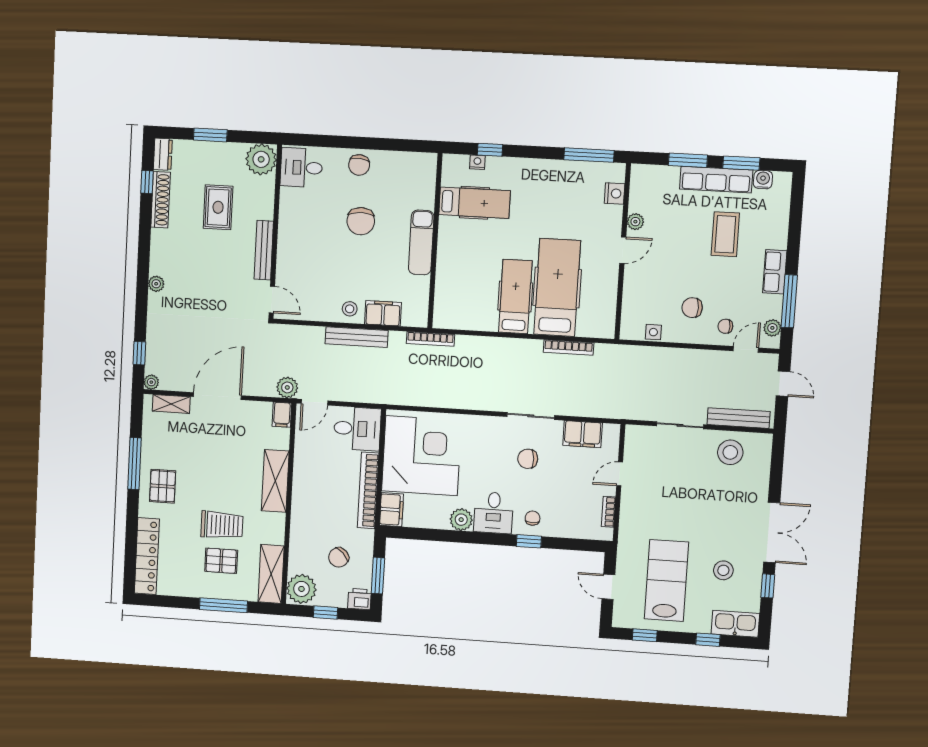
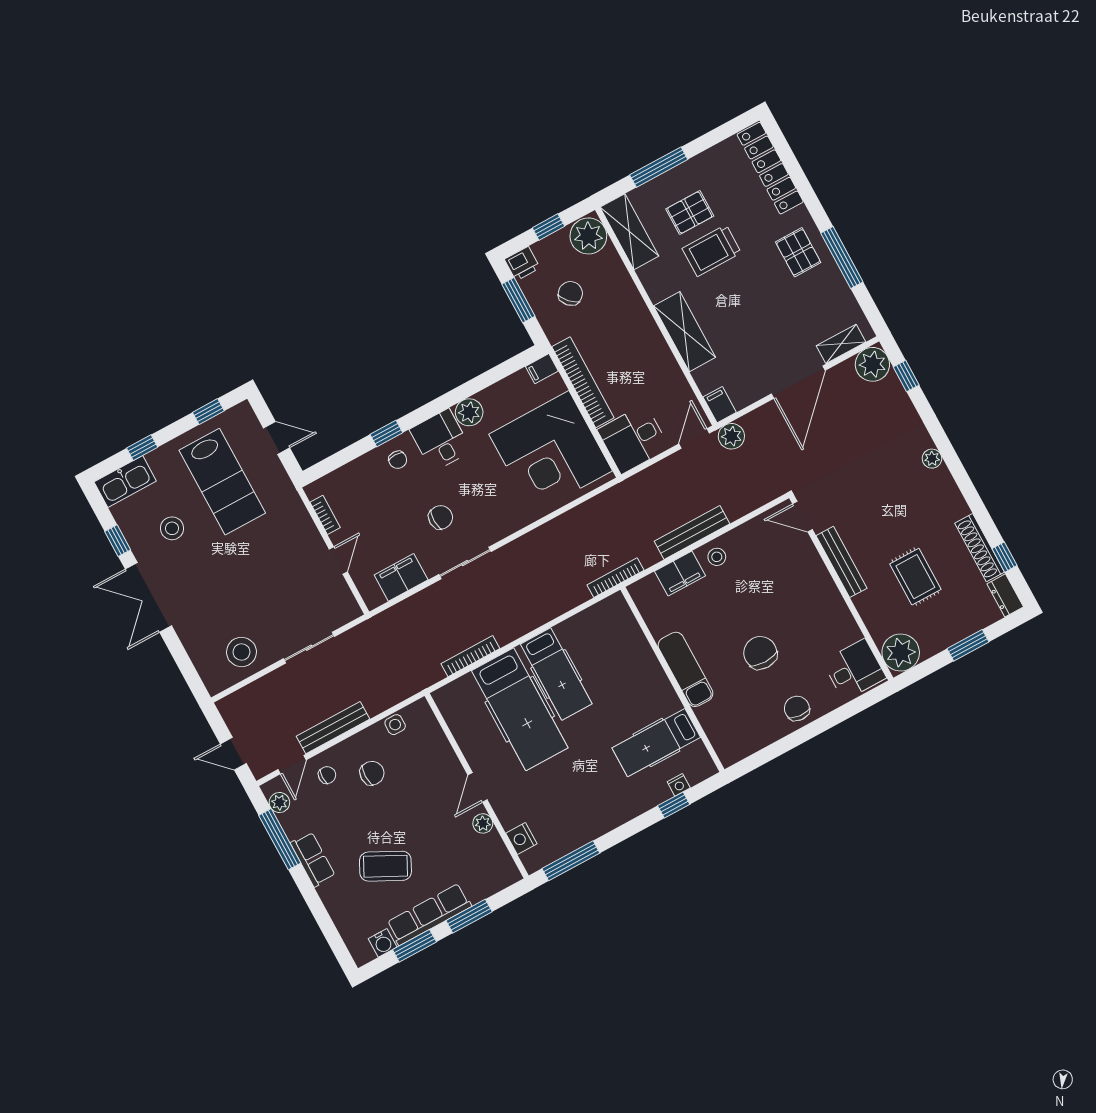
coffee table: (725, 234) -> (385, 866), turned -63
plant: (151, 382) -> (872, 364), width x1.87, depth x1.87
bench: (739, 418) -> (333, 728), moved
filing cabinet: (392, 510) -> (542, 369), width x0.50

